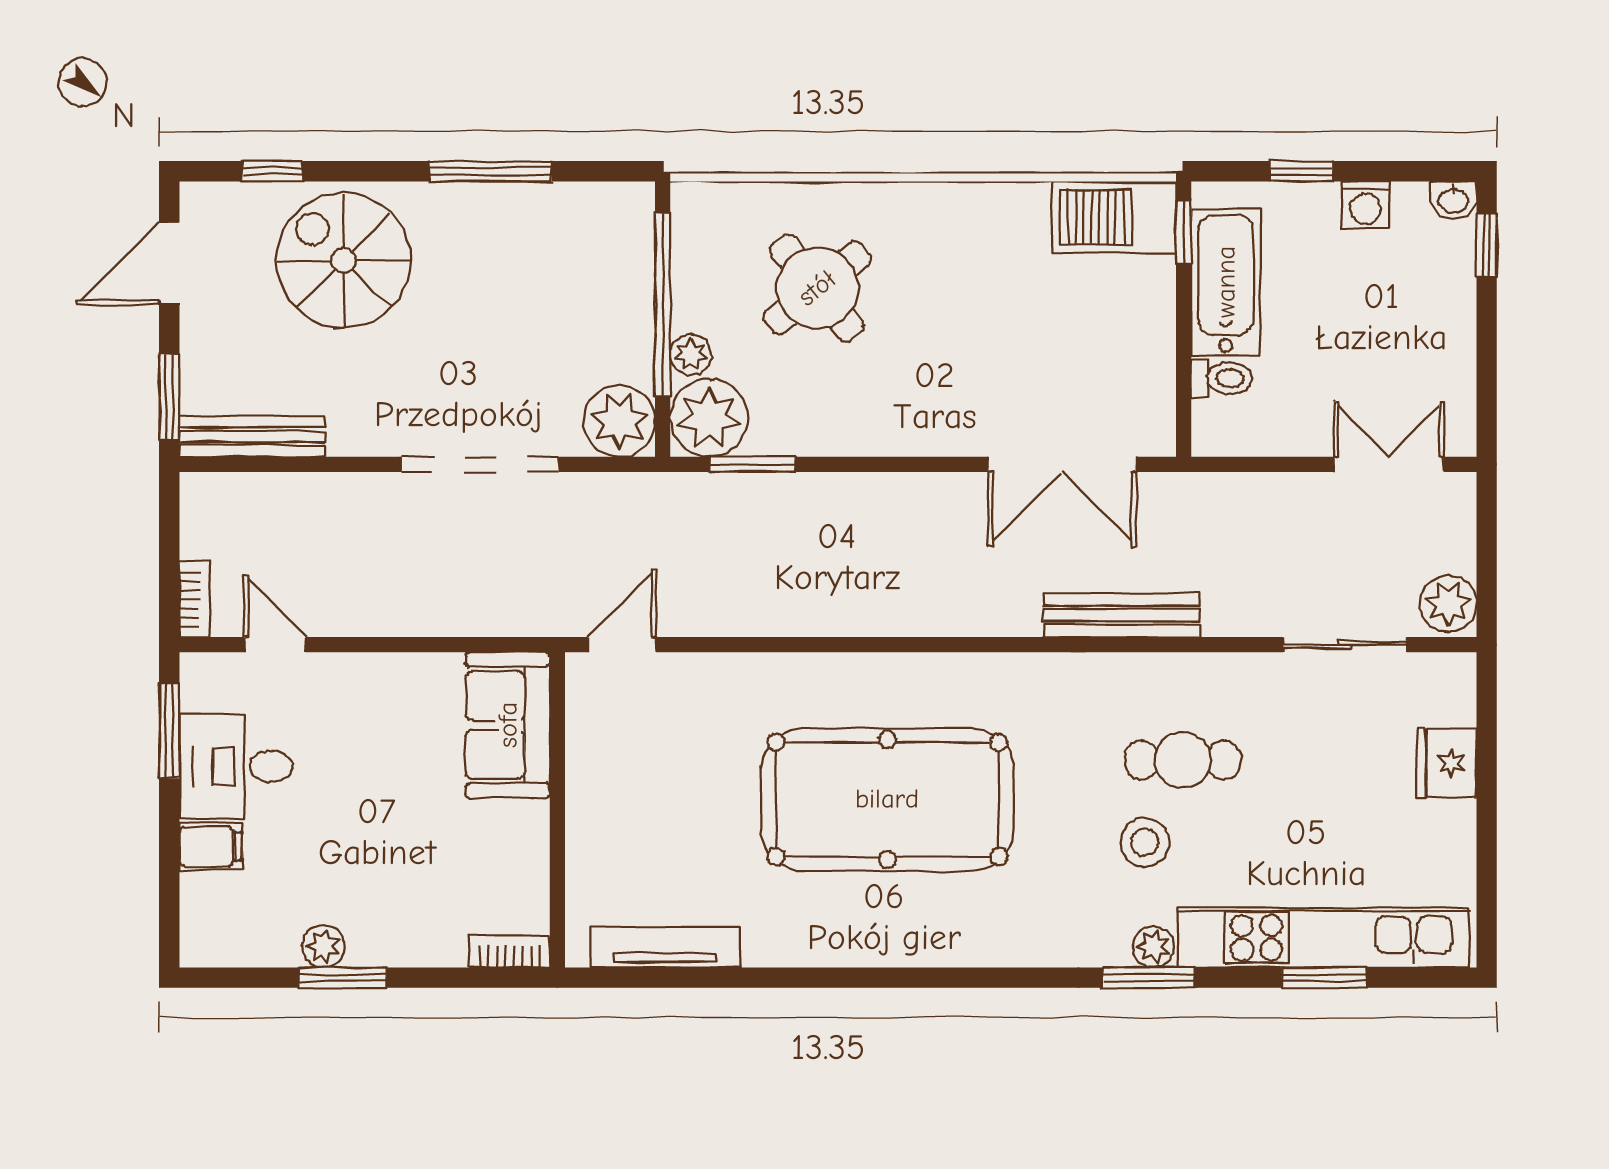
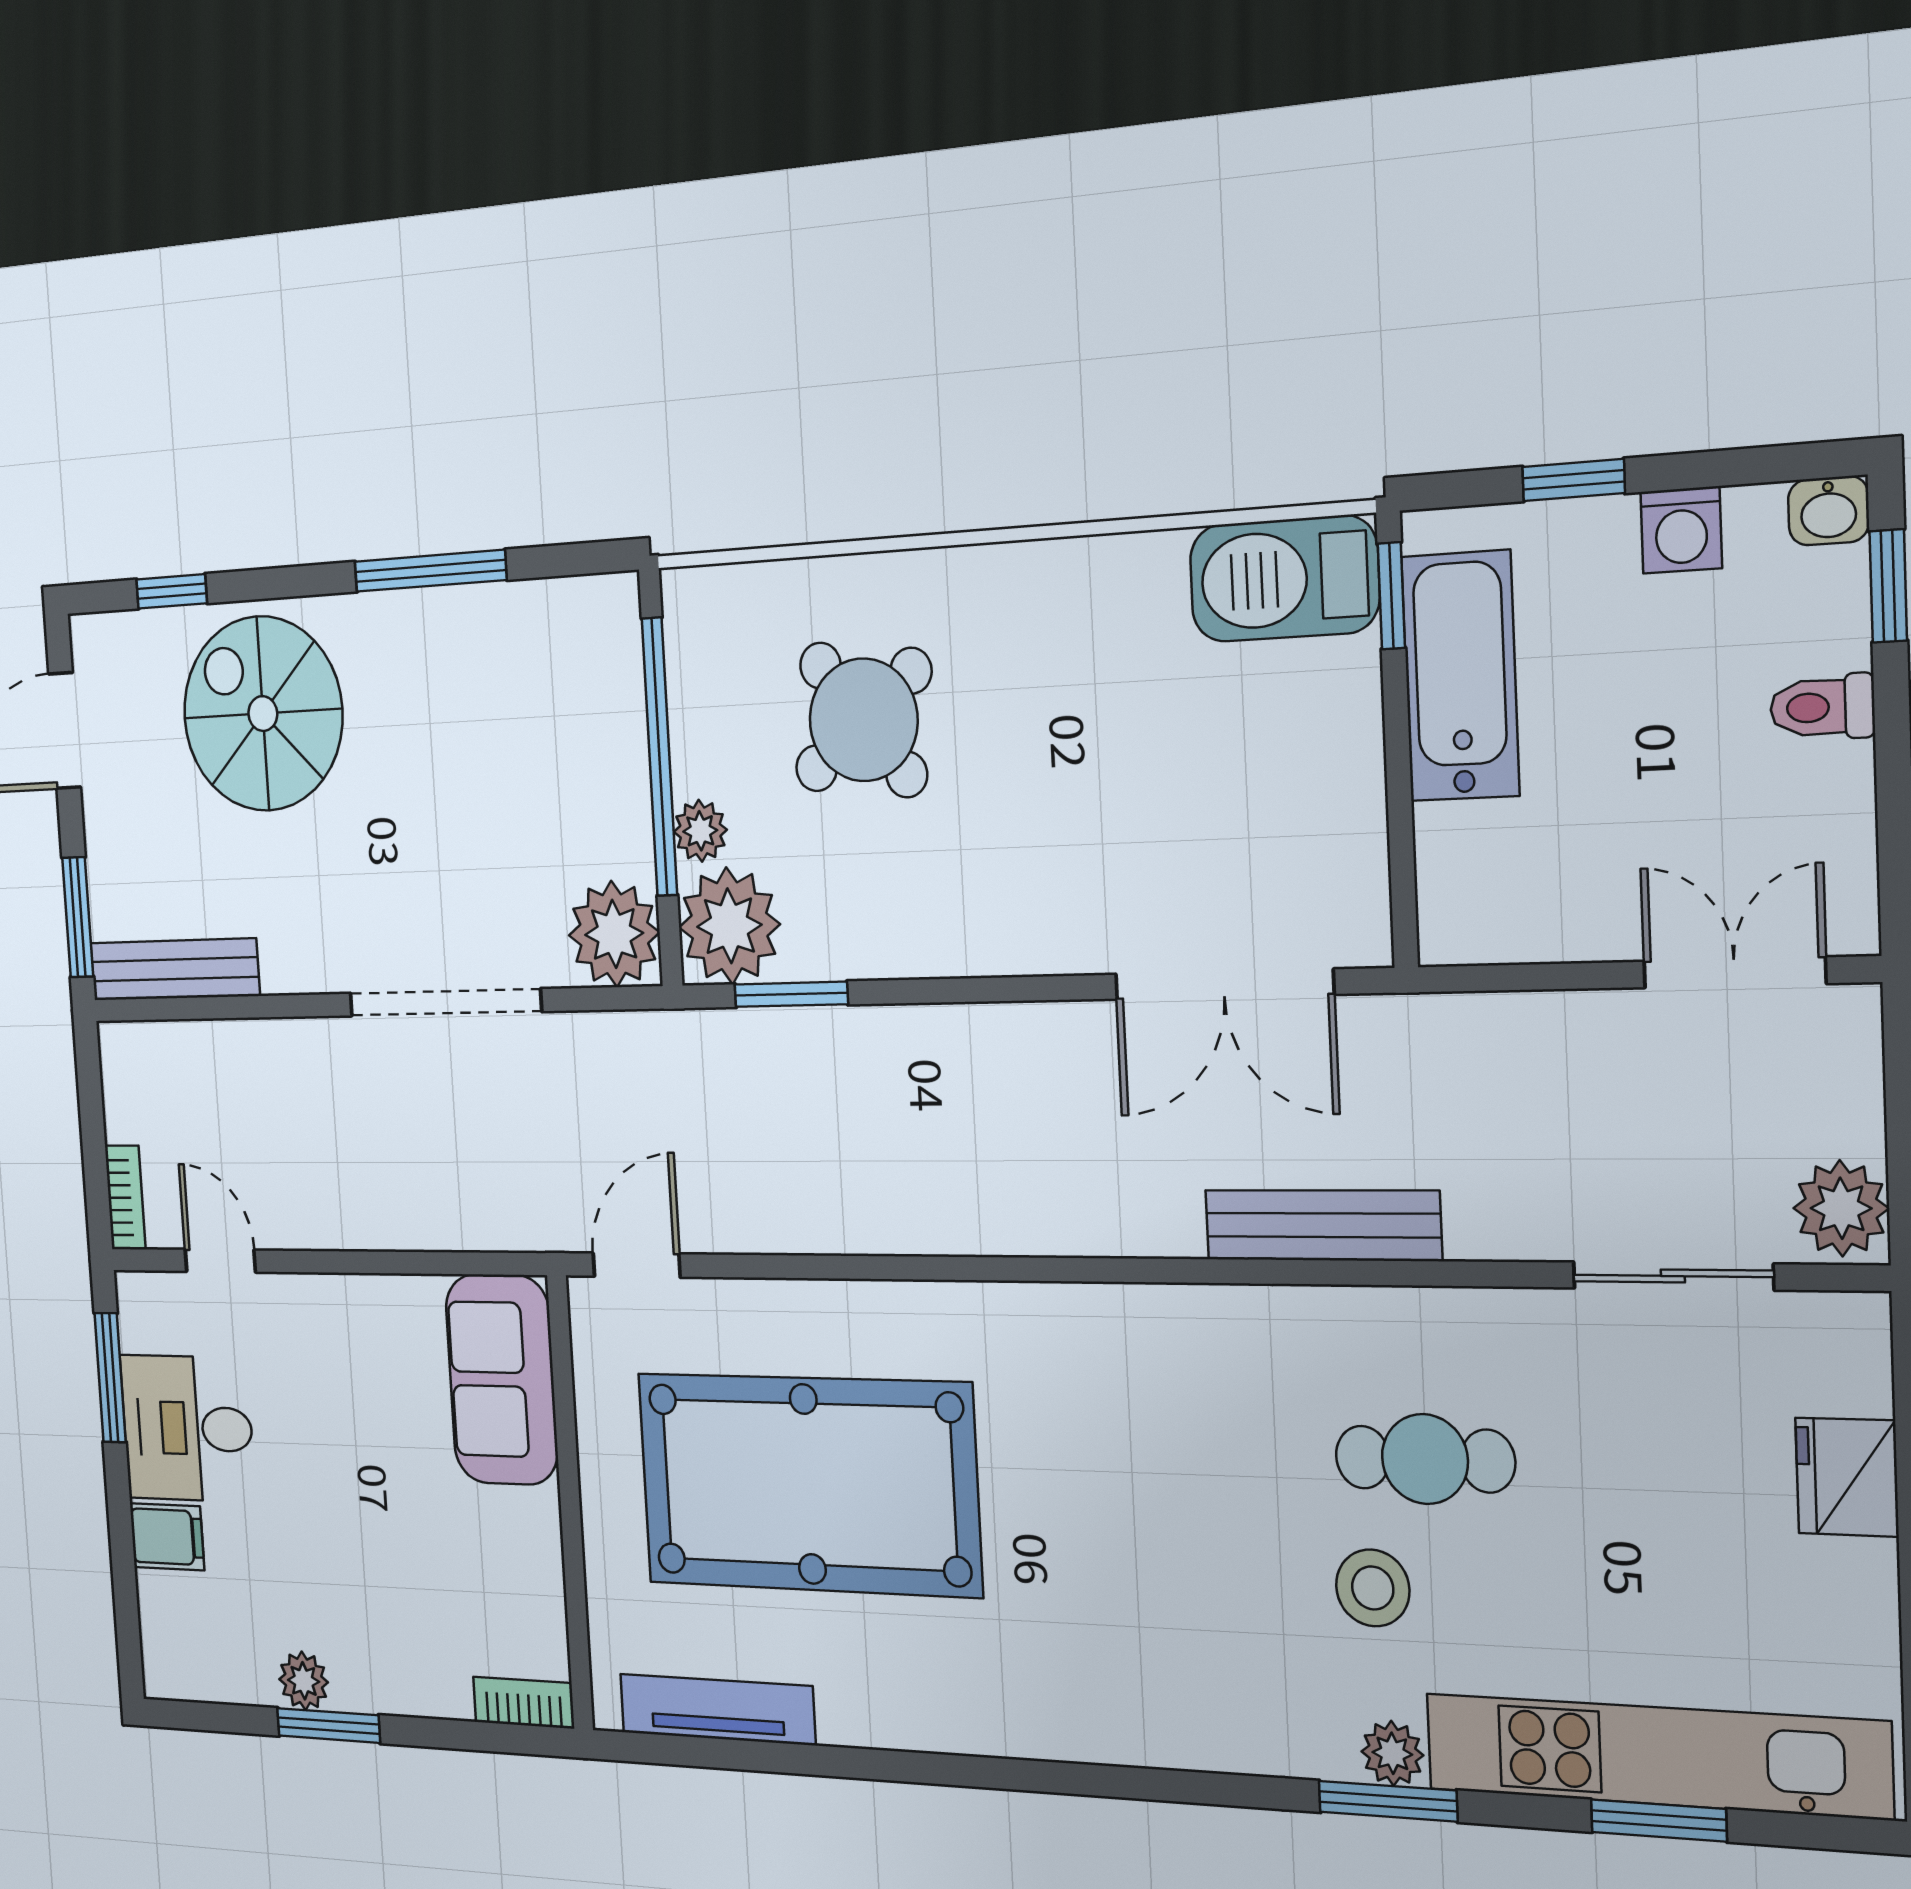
toilet: (1222, 378) -> (1822, 707), moved, turned 180
pool table: (887, 799) -> (808, 1484), moved

